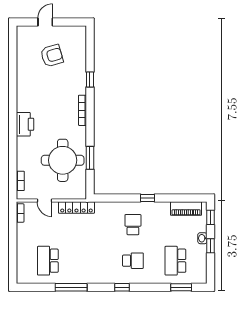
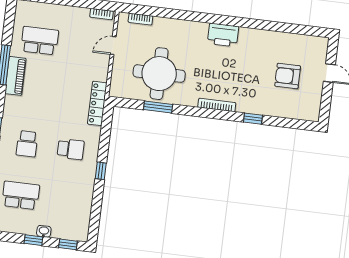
armchair: (52, 56) -> (288, 76), turned 106
printer: (25, 124) -> (223, 35), moved
locker: (76, 208) -> (97, 103), moved
piano: (186, 209) -> (15, 76), moved, turned 180

